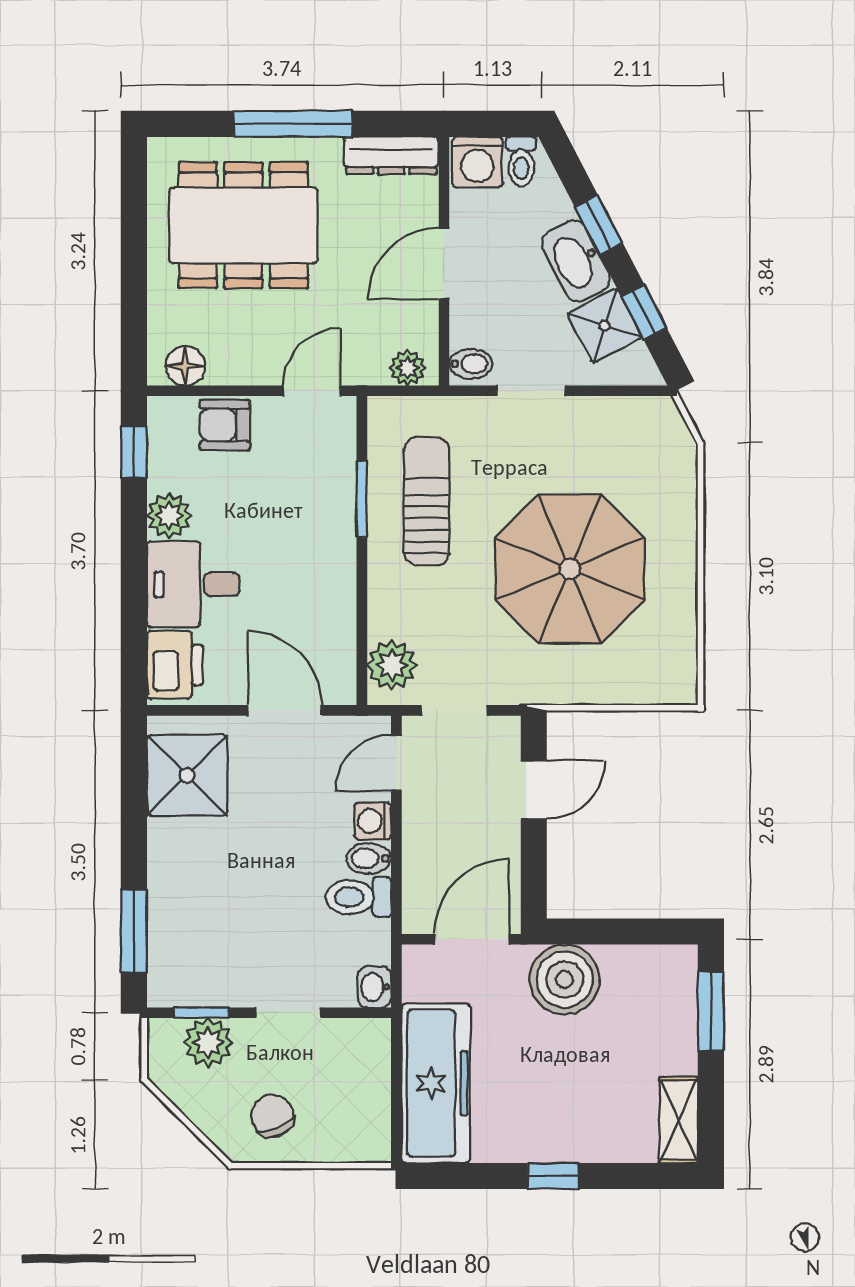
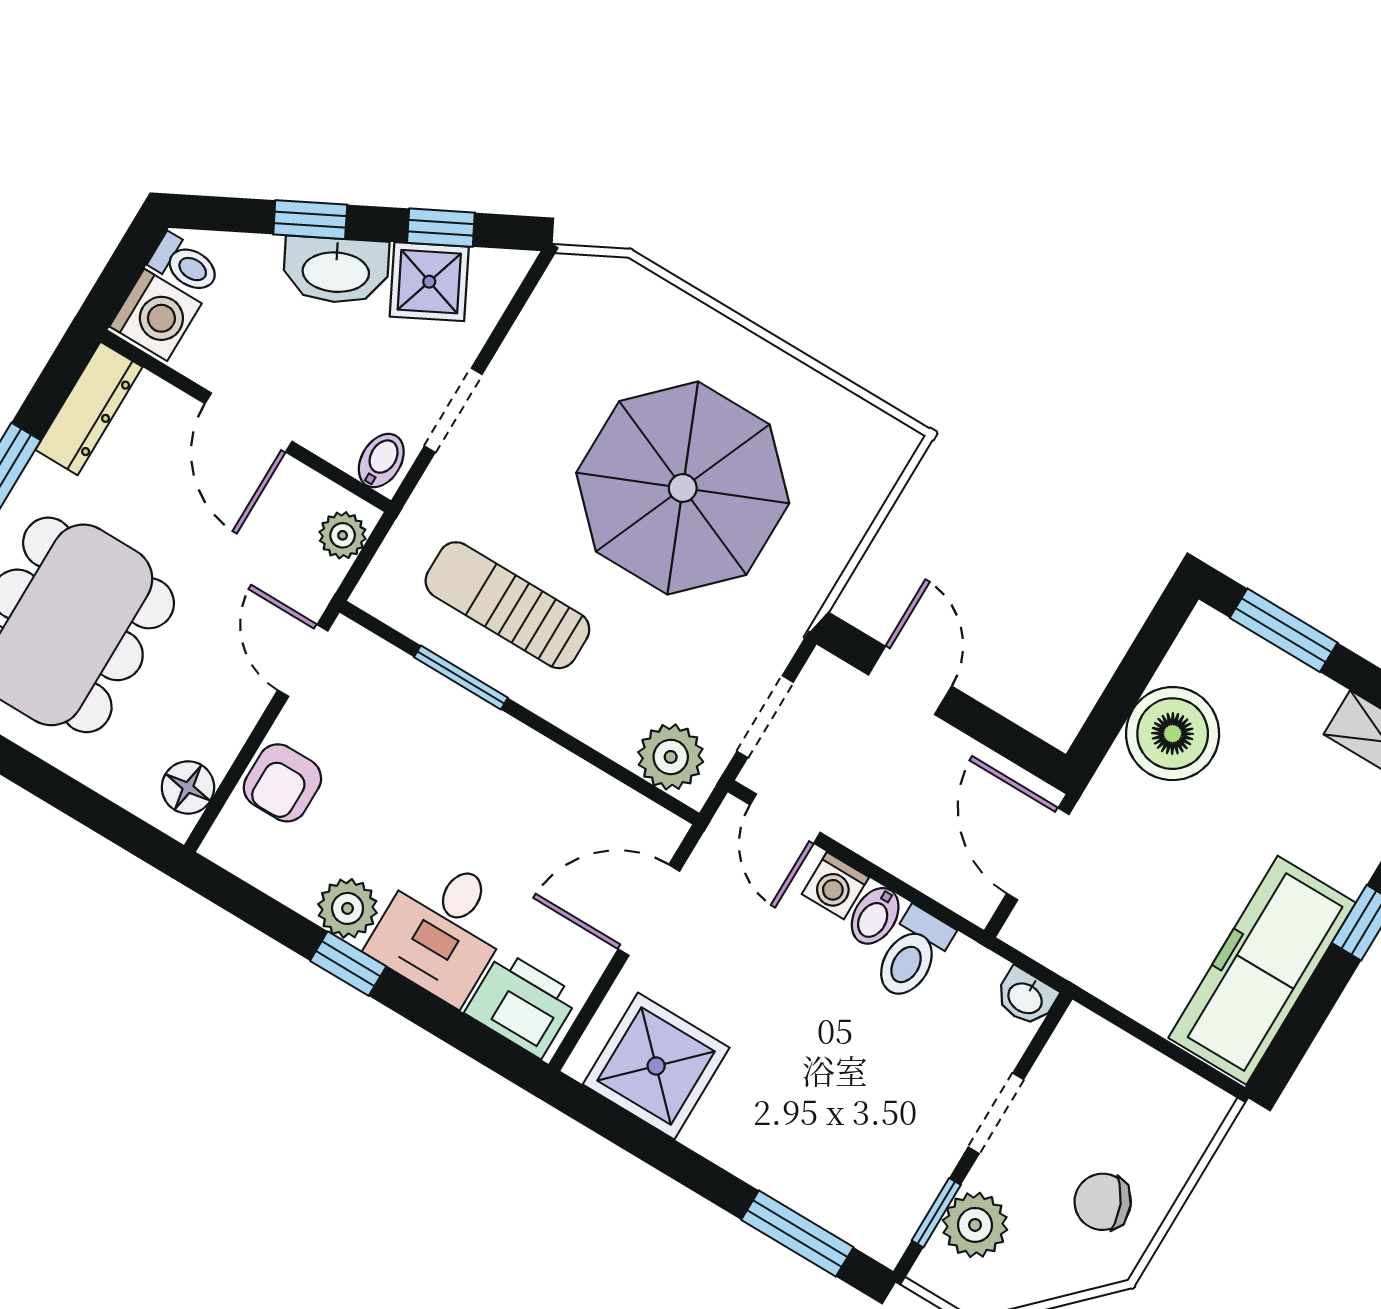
window: (134, 452) -> (348, 964), moved
boiler: (565, 980) -> (1173, 734), moved
freezer: (436, 1083) -> (1262, 970), moved, turned -90

